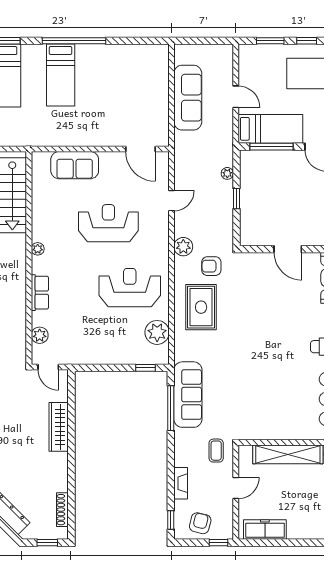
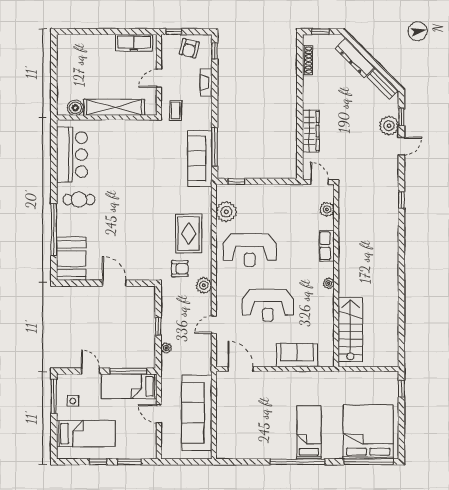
sofa: (188, 98) -> (197, 413), width x1.36, depth x1.27

